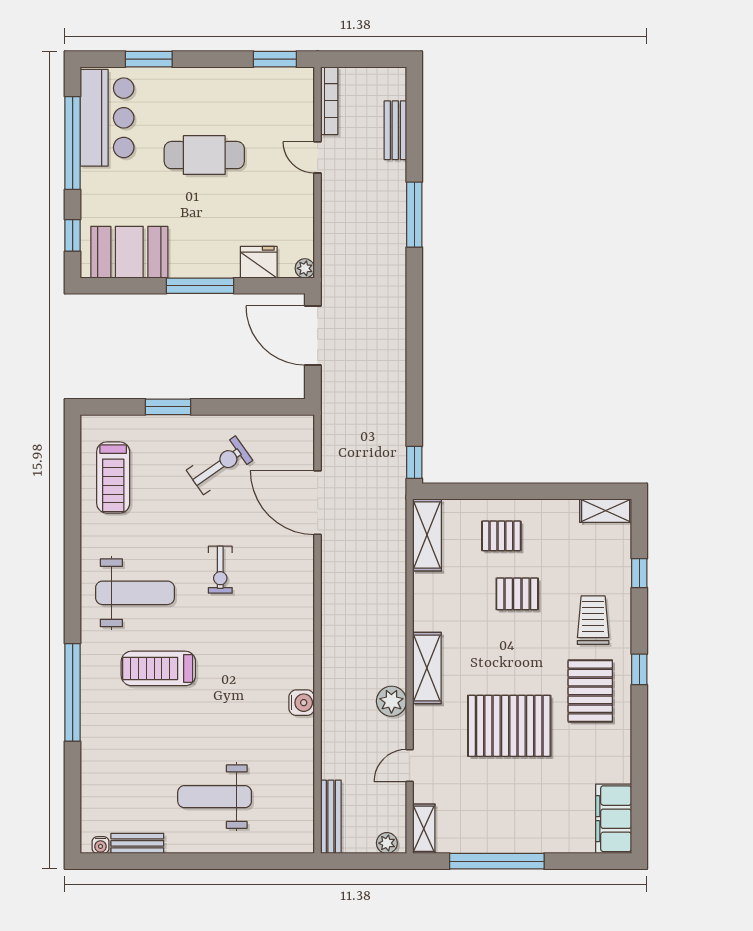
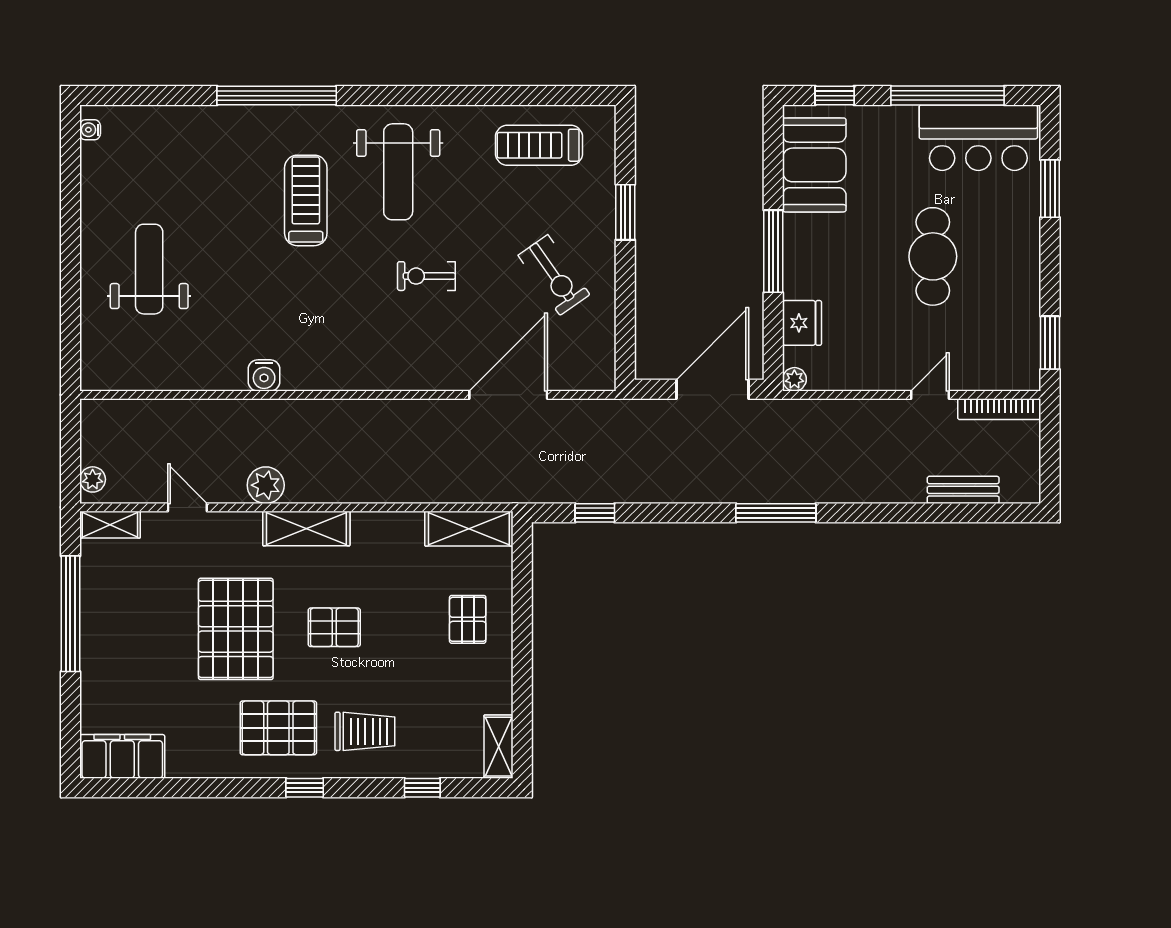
window: (414, 215) -> (776, 513), moved
window: (414, 462) -> (595, 513), moved
pallet: (517, 594) -> (334, 627), moved, turned 90
bench: (331, 817) -> (125, 411), removed
bench: (137, 843) -> (92, 175), removed

